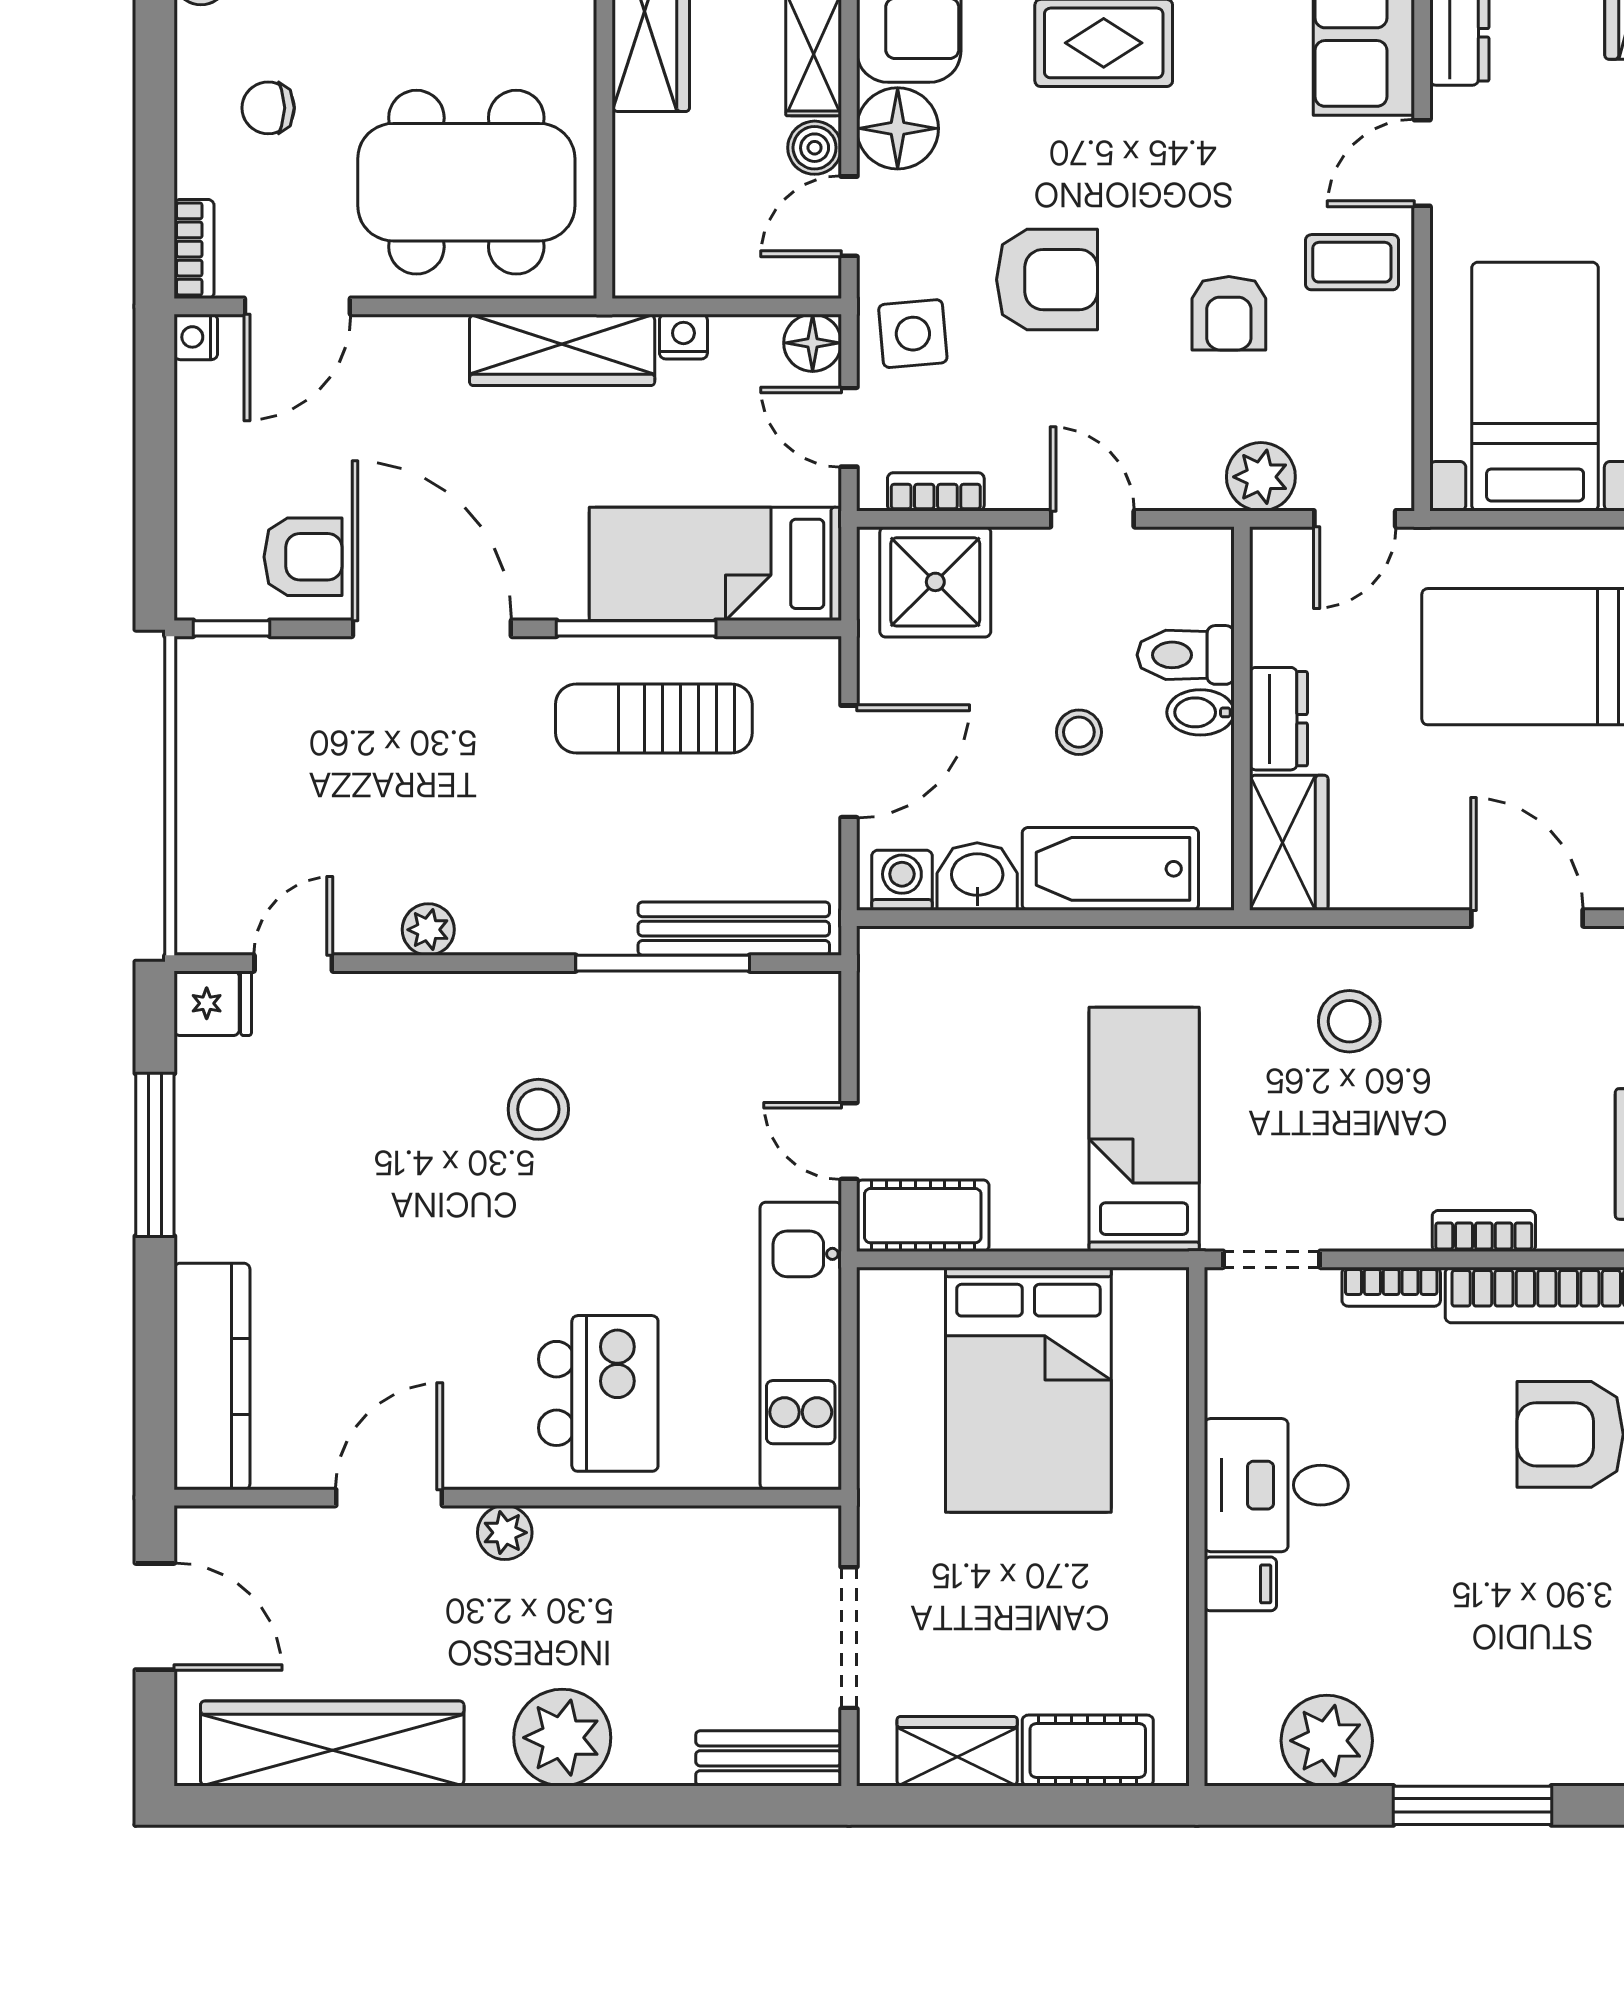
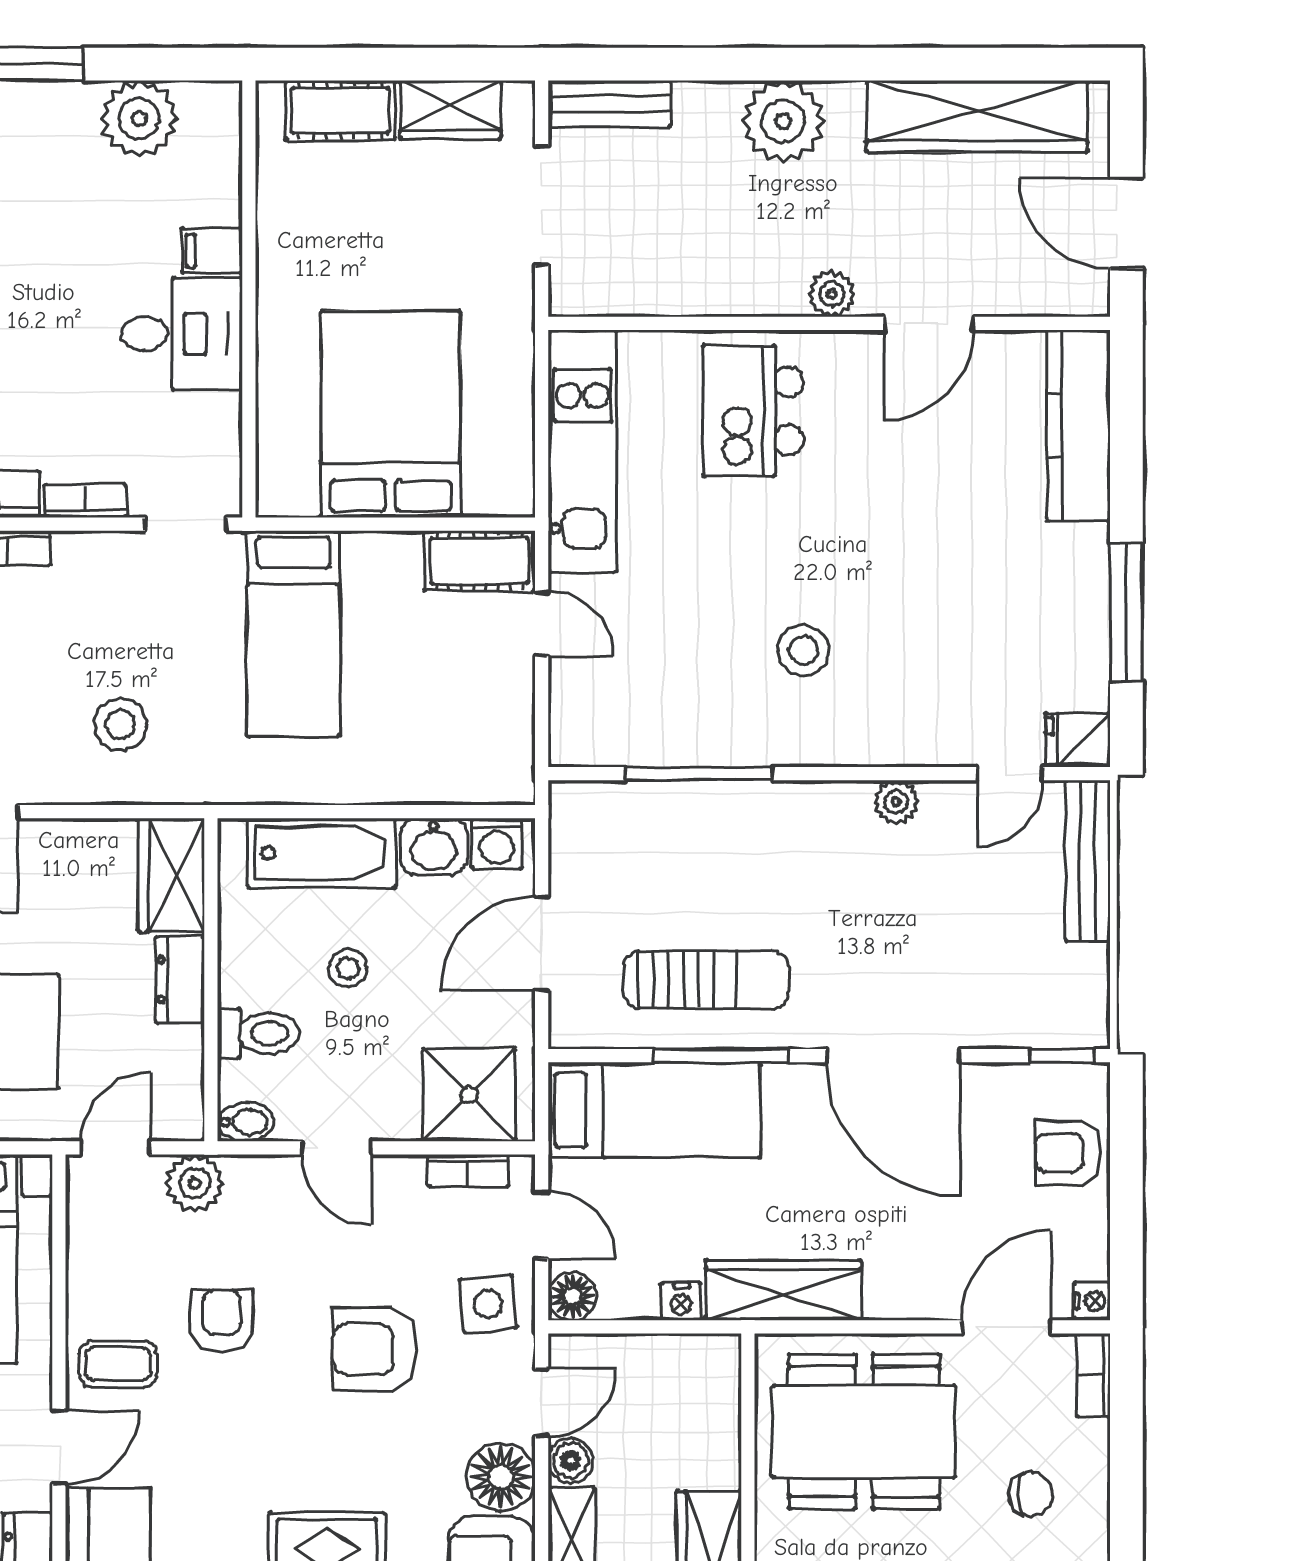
armchair: (303, 557) -> (1068, 1153), moved
bidet: (1200, 712) -> (246, 1122), moved
bench: (734, 929) -> (1088, 861), moved, turned 90

